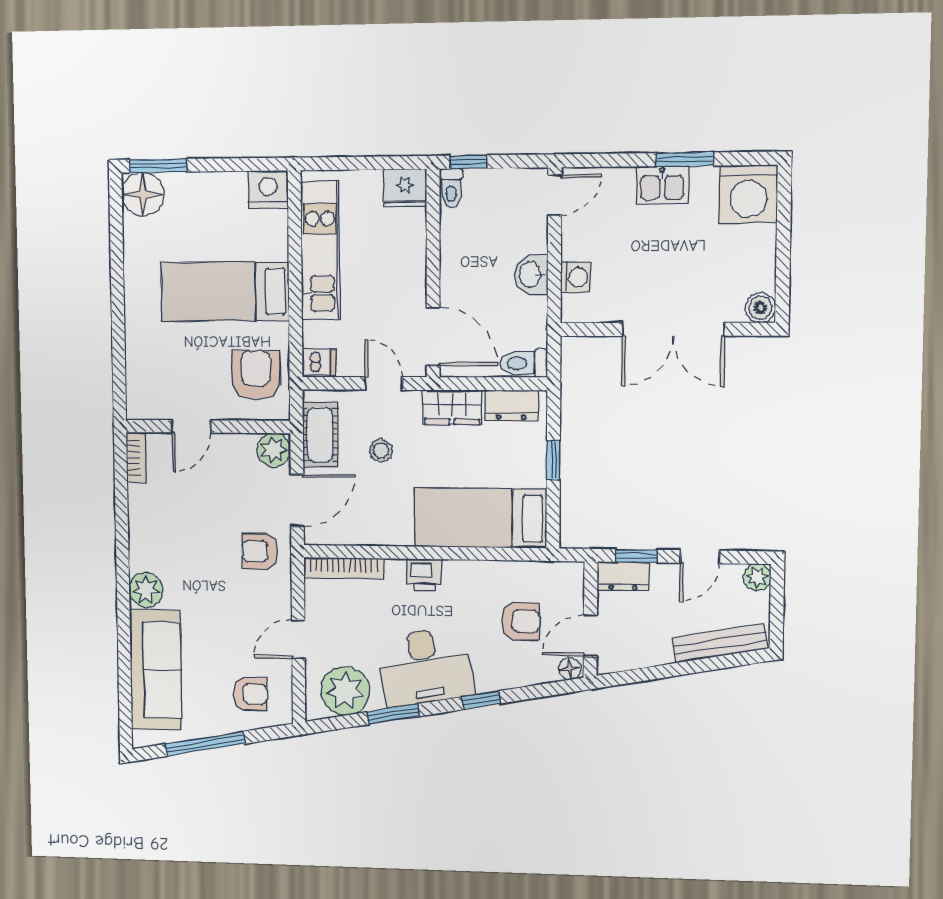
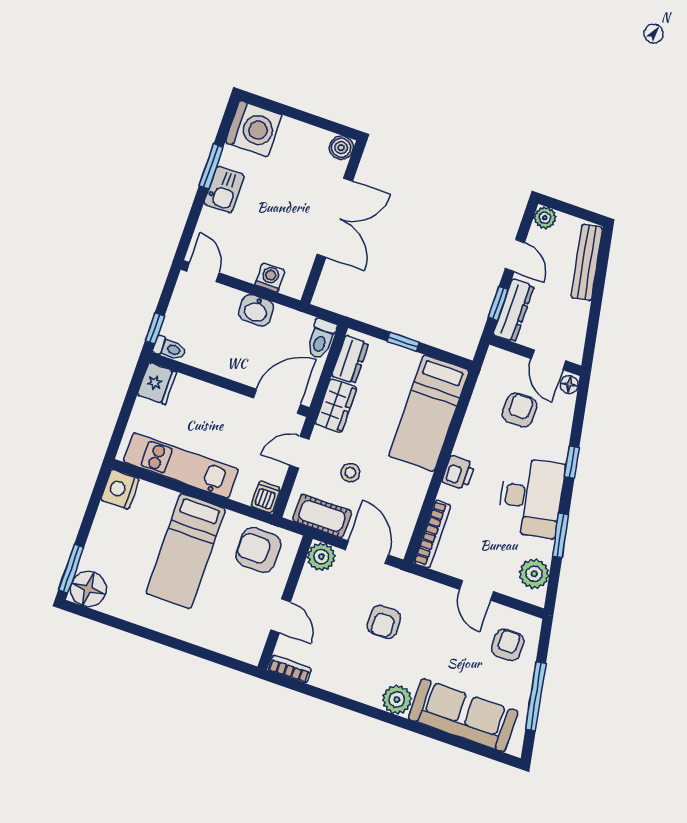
armchair: (260, 552) -> (384, 622), moved
dresser: (623, 576) -> (514, 310), width x1.44
plant: (345, 691) -> (534, 574), width x0.73, depth x0.73

